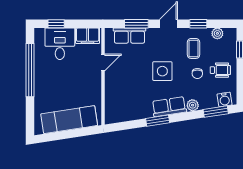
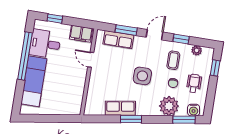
desk: (60, 44) -> (45, 44), moved, turned -90
door: (103, 63) -> (91, 60), swing flipped
wheelchair: (220, 70) -> (194, 83), turned -90
plant: (193, 105) -> (169, 106), width x1.87, depth x1.87
row of seats: (169, 107) -> (120, 108), moved
exam couch: (69, 120) -> (34, 81), moved, turned 99

